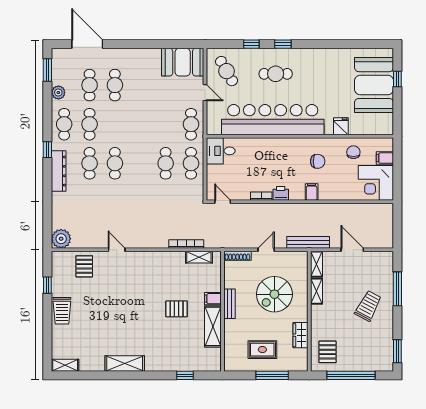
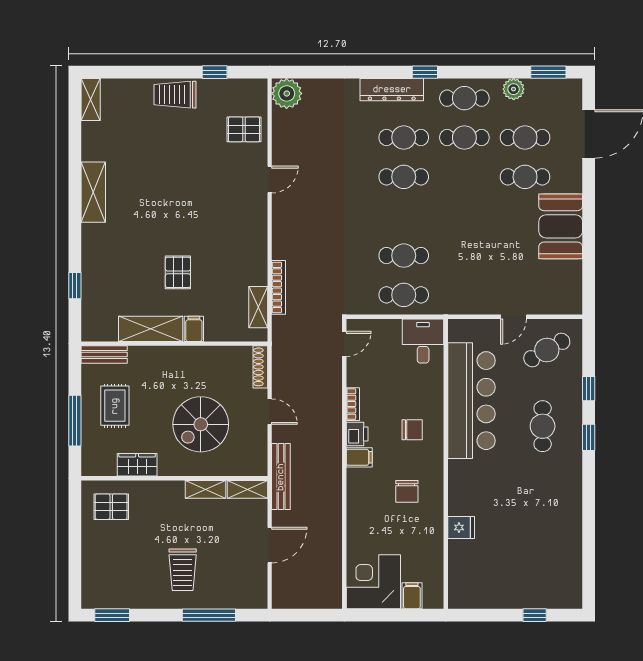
booth: (183, 62) -> (561, 226), moved
booth: (374, 85) -> (525, 579), removed
bar counter: (273, 120) -> (471, 401), width x0.73
cafe table: (191, 124) -> (464, 295), removed
chair: (353, 152) -> (412, 430), moved
filing cabinet: (312, 192) -> (359, 457), moved
spiral stairs: (274, 294) -> (201, 424), turned -90
bench: (229, 304) -> (104, 355), moved
trolley: (368, 306) -> (183, 570), turned 62
window: (351, 375) -> (75, 543), removed

